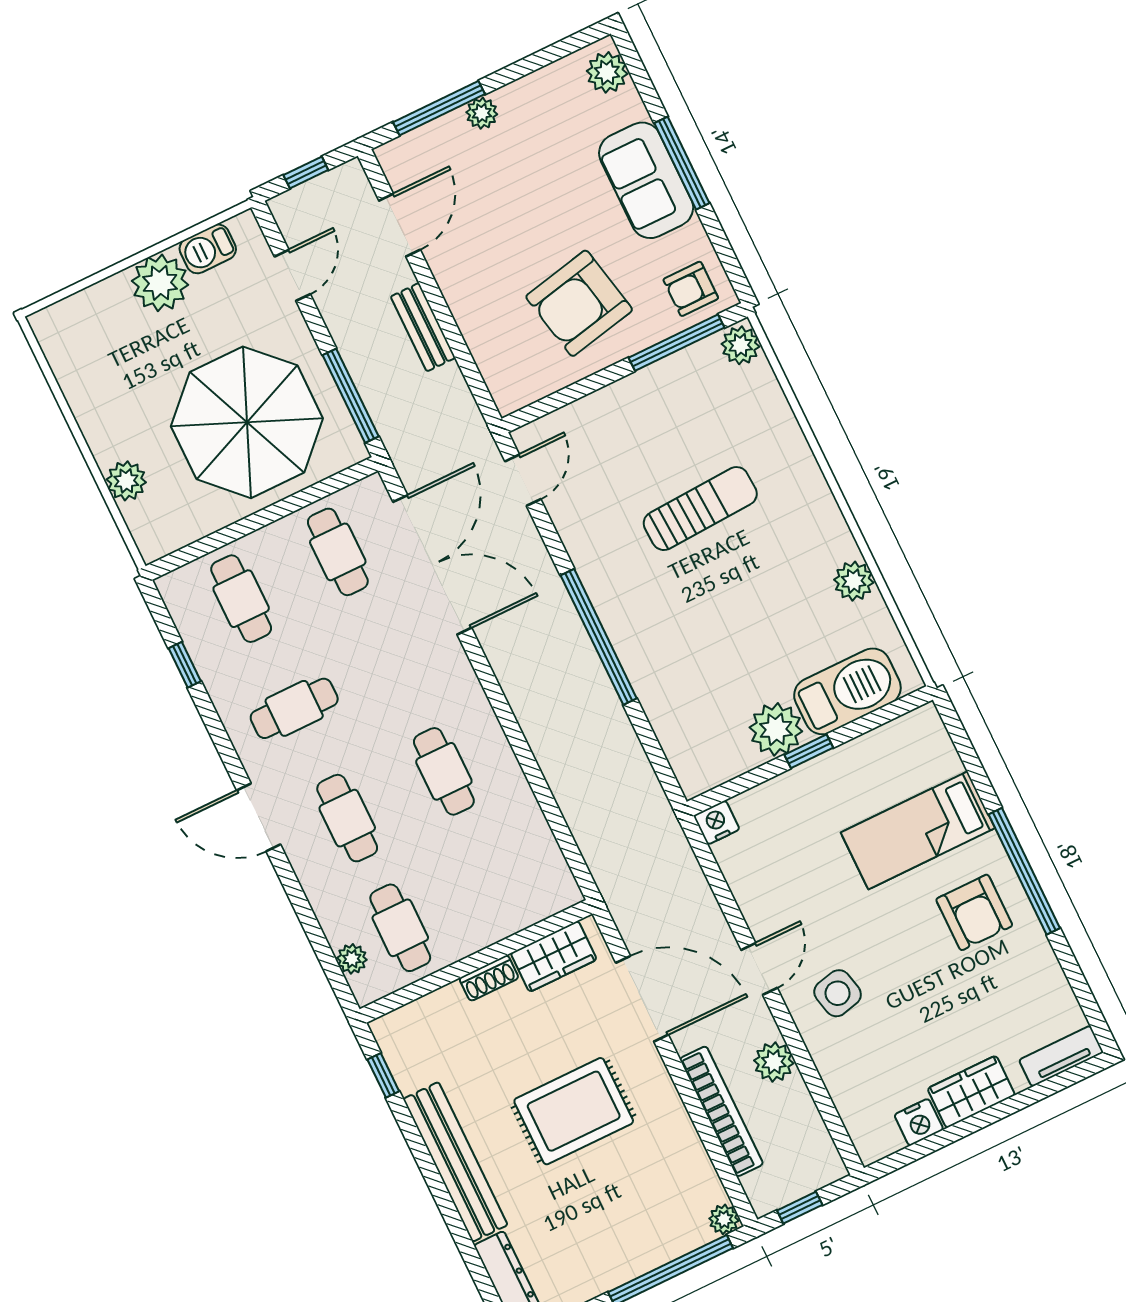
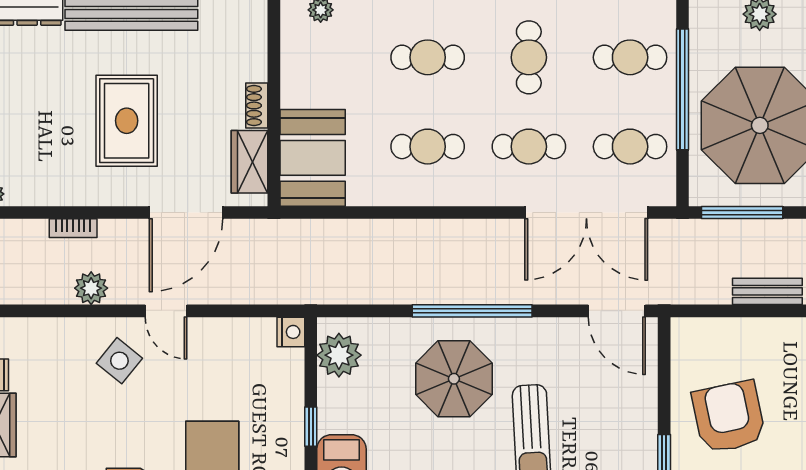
door: (523, 480) -> (617, 311), width x1.38
window: (248, 525) -> (683, 89), added
parasol: (682, 621) -> (454, 379), added
plant: (776, 729) -> (339, 355), moved
booth: (517, 890) -> (313, 158), added
cafe table: (400, 928) -> (529, 147), moved
side table: (838, 993) -> (119, 361), turned -38
bookcase: (721, 1111) -> (73, 228), width x0.43, depth x0.76

